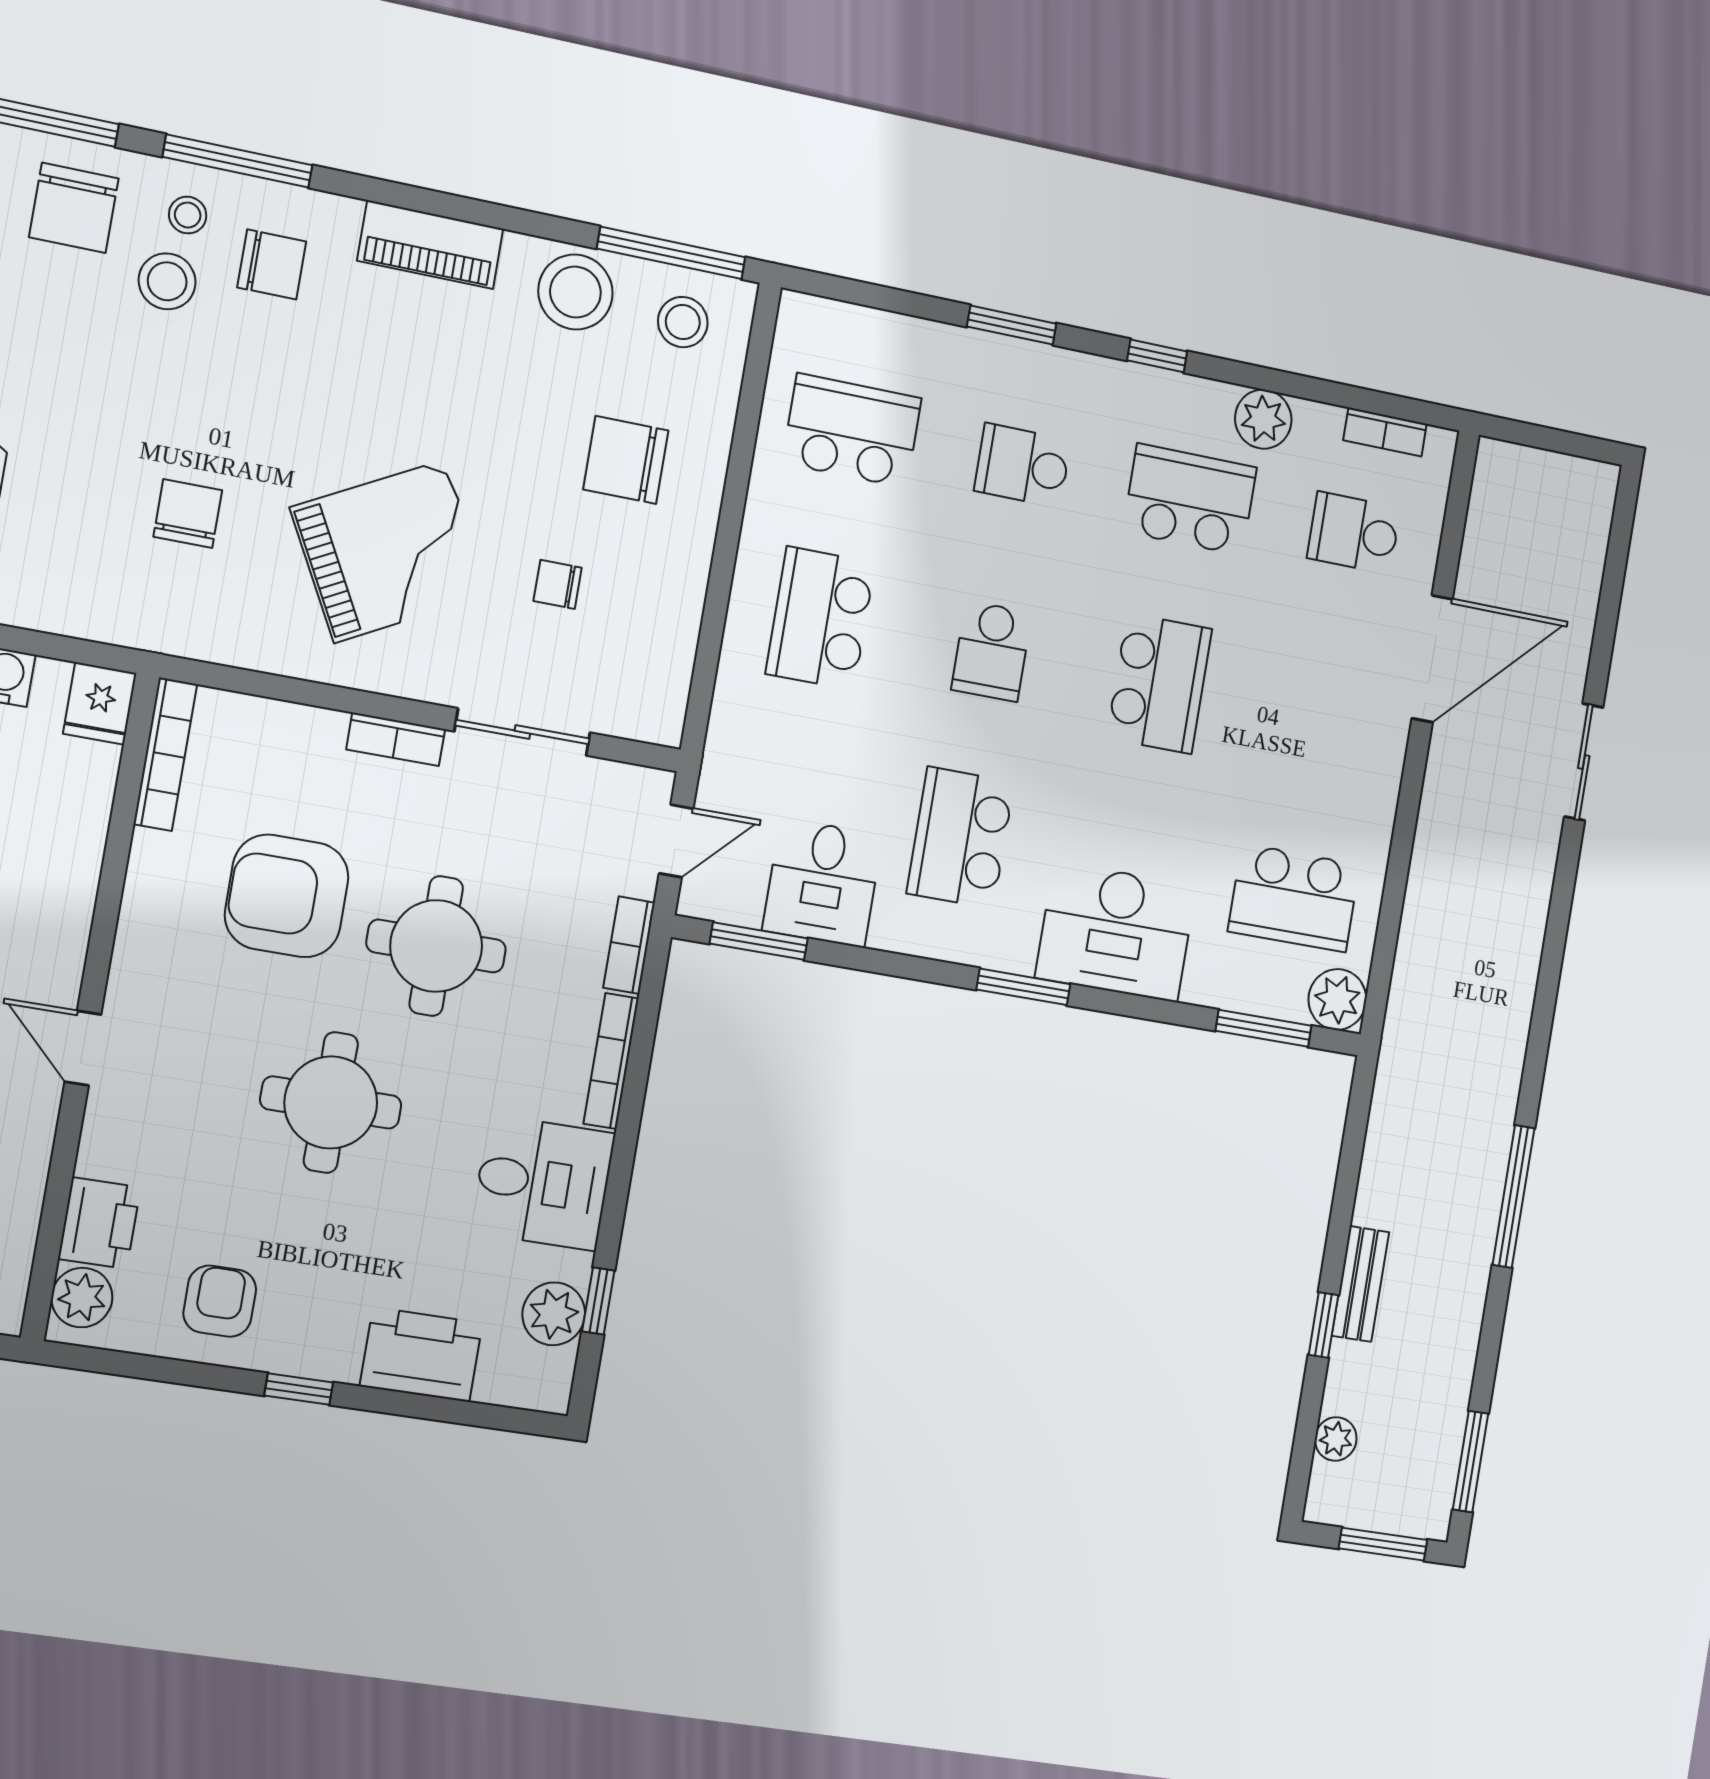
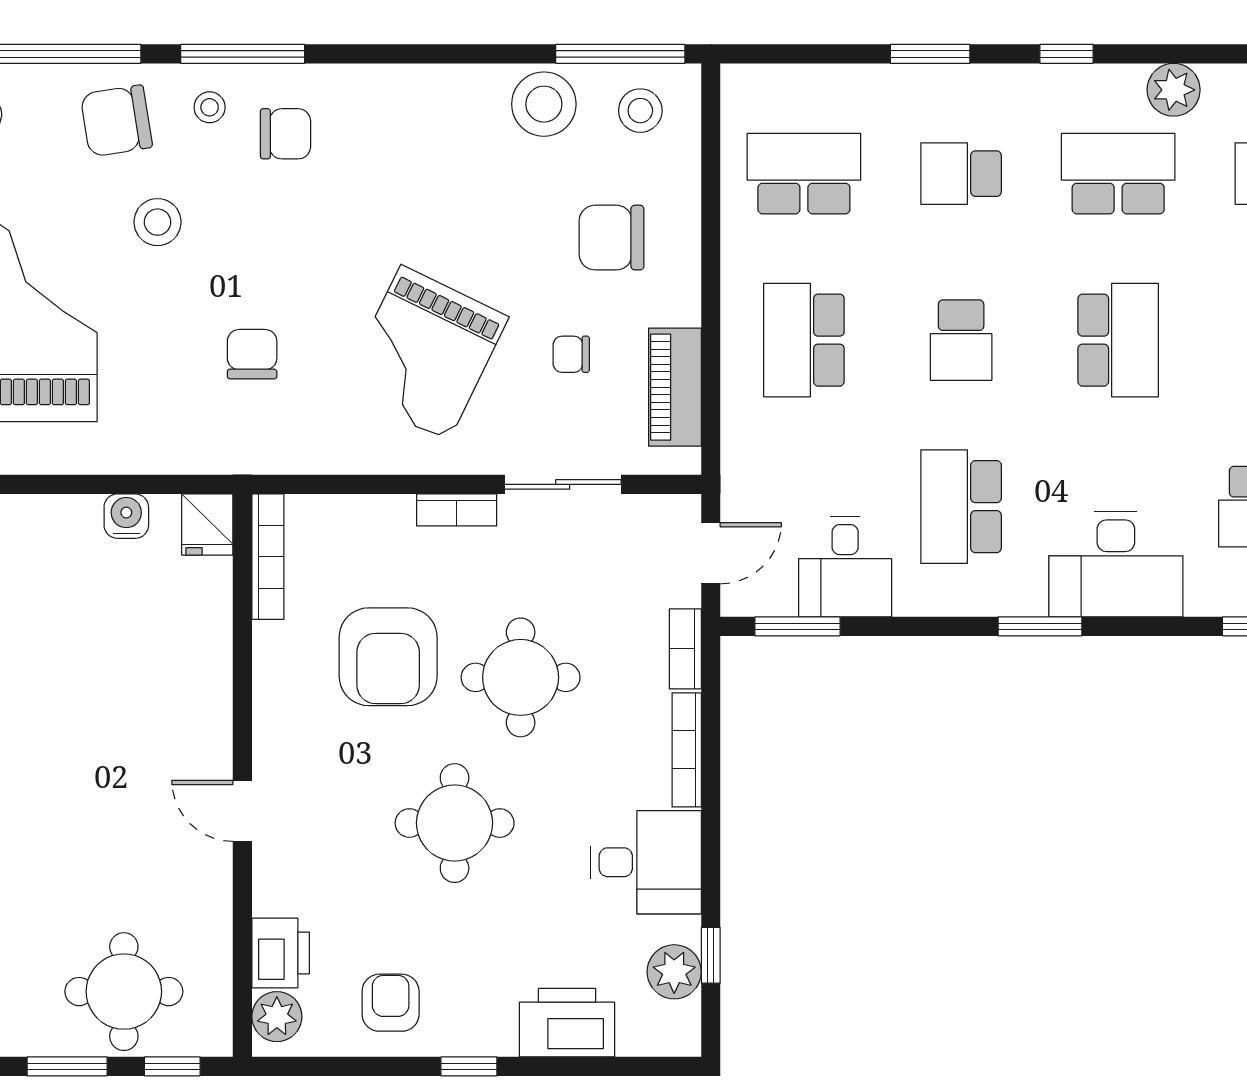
chair: (74, 208) -> (116, 121), turned 81
piano: (430, 245) -> (675, 387), moved, turned 90
stool: (167, 281) -> (157, 222), moved
grand piano: (390, 551) -> (425, 353), turned 144
armchair: (287, 896) -> (388, 657), turned -90

